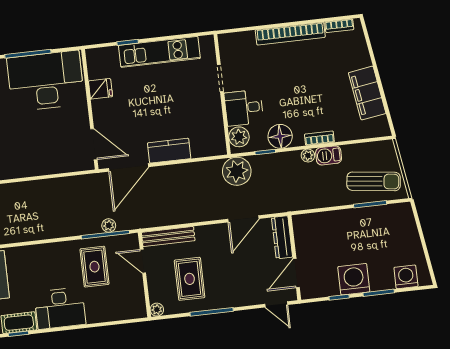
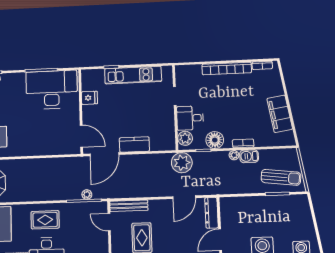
rug: (94, 267) -> (45, 220), moved, turned 90

